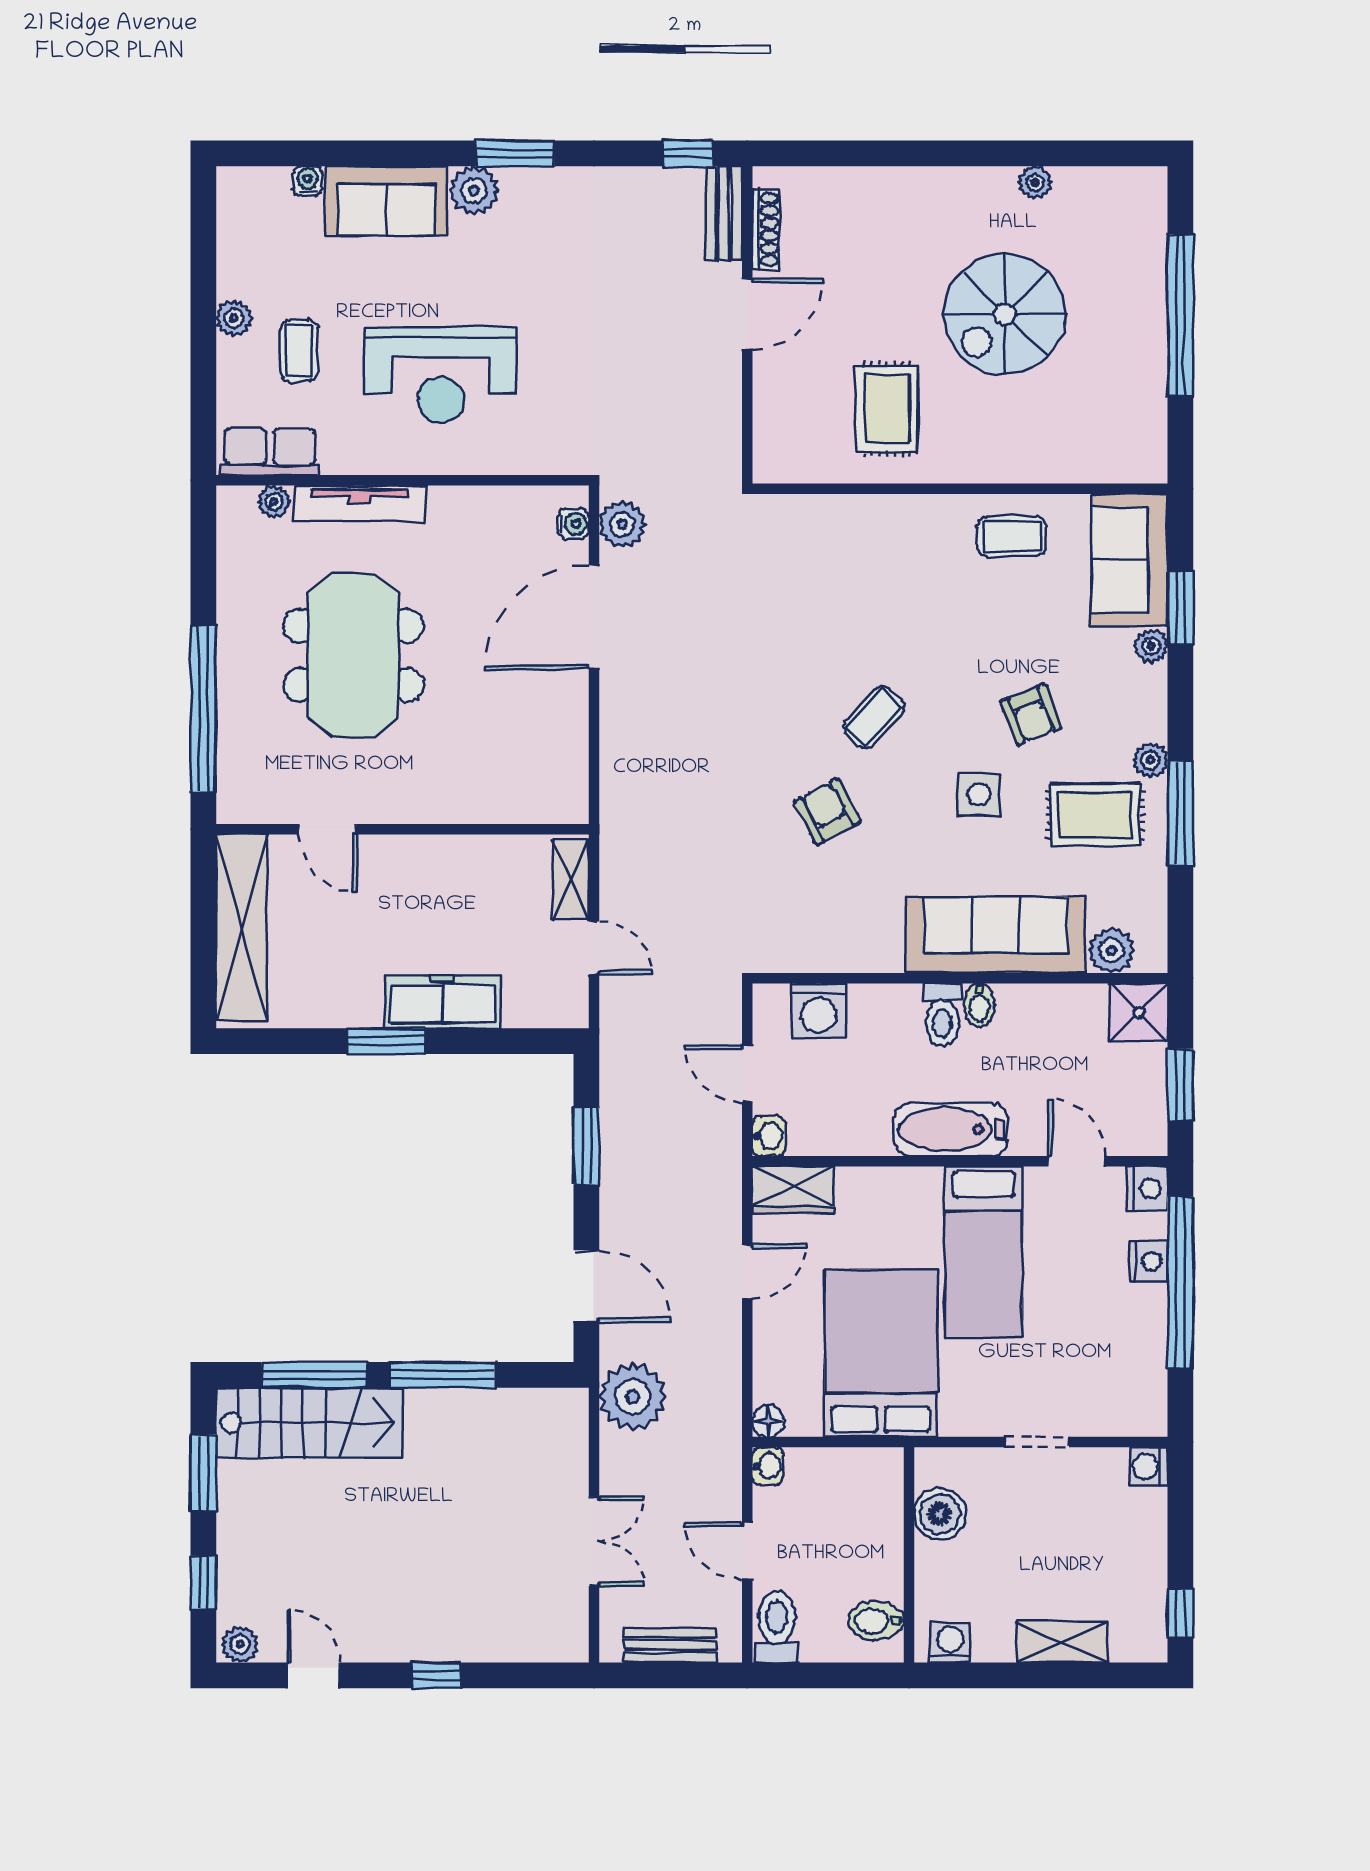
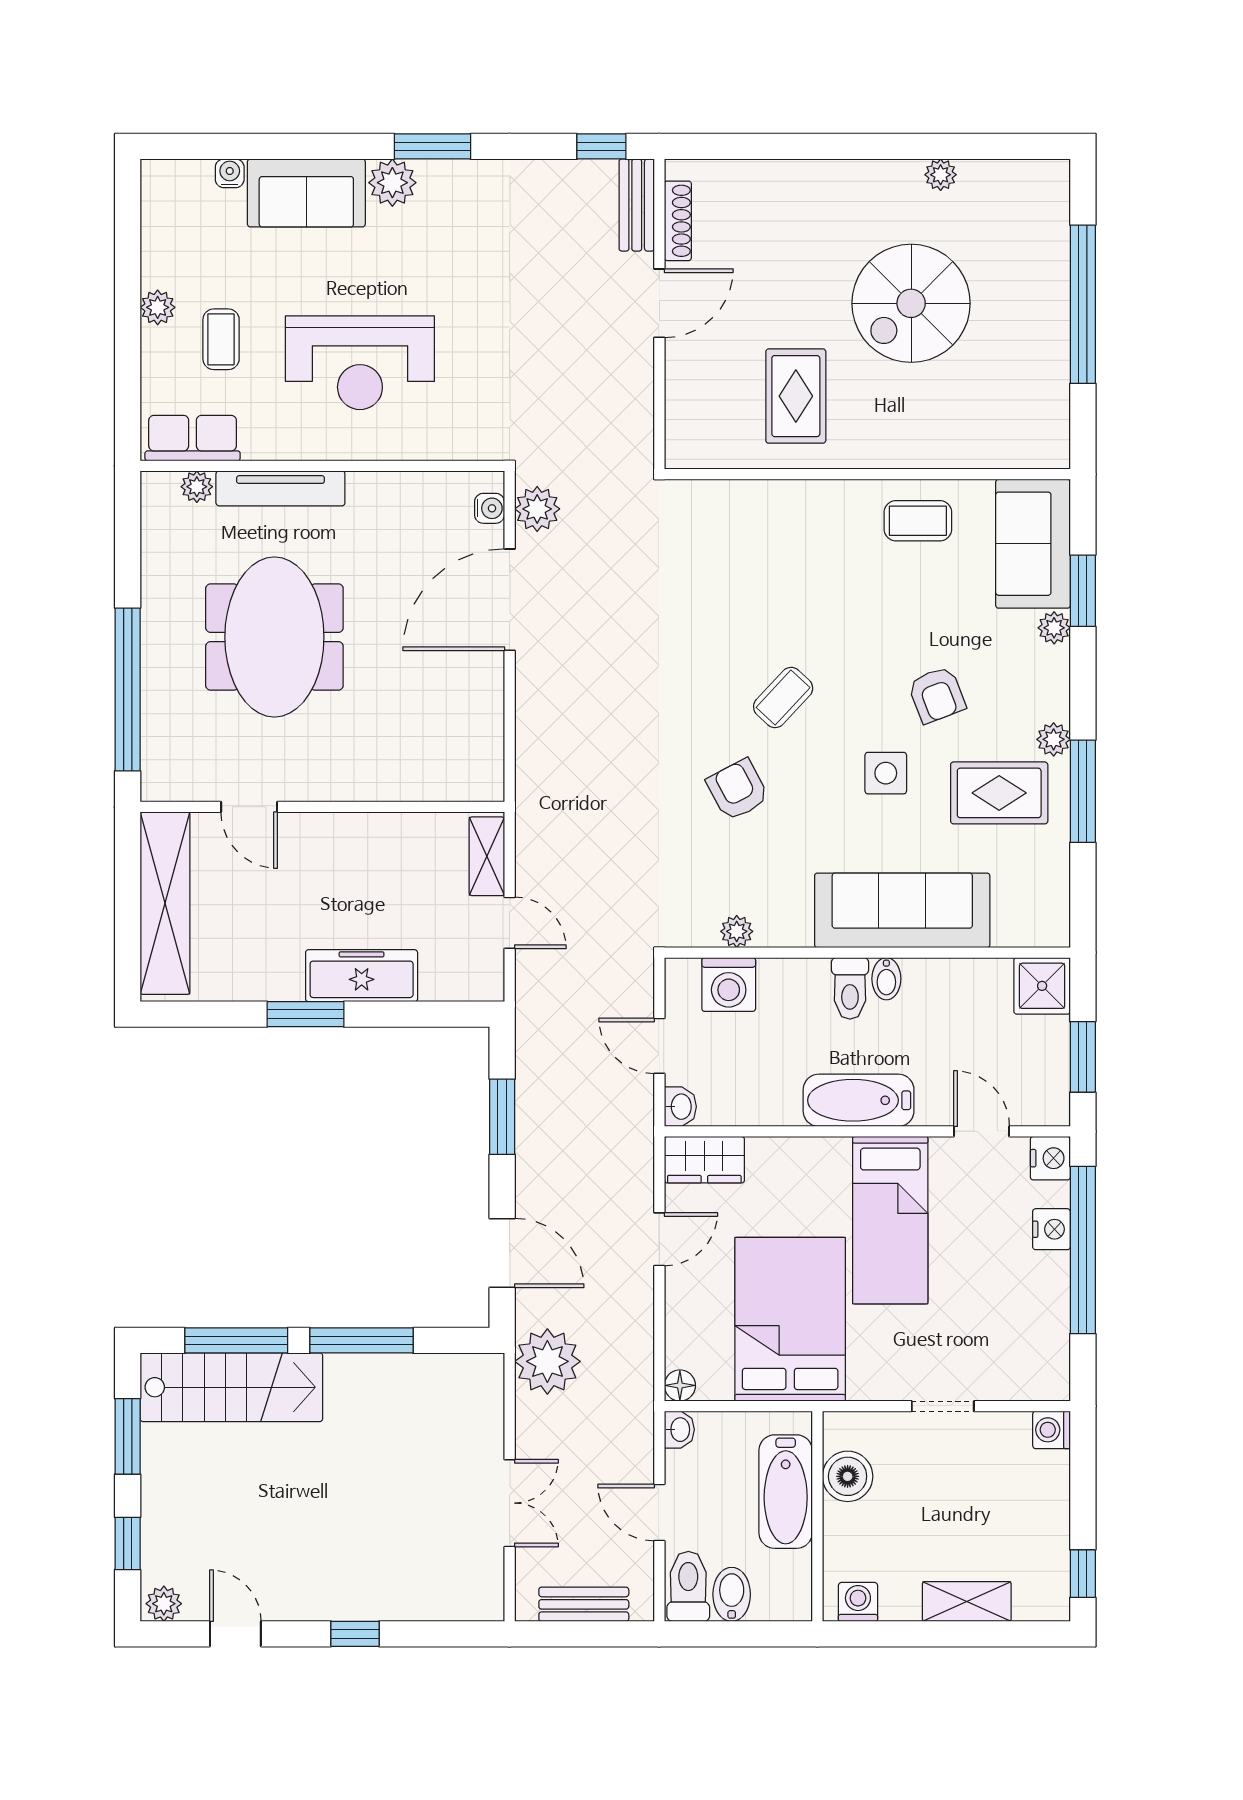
plant: (1112, 950) -> (737, 931), moved, width x0.73, depth x0.73
bathtub: (876, 1530) -> (786, 1492), added
bidet: (876, 1621) -> (732, 1594), moved, turned 90

